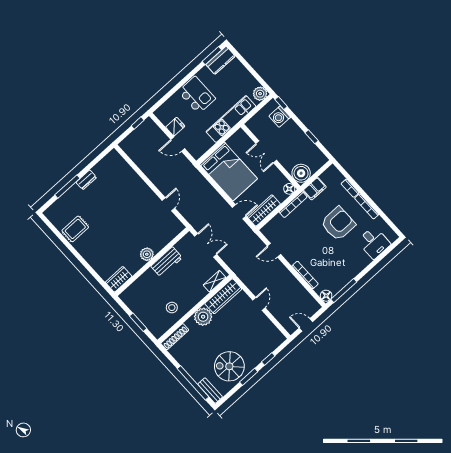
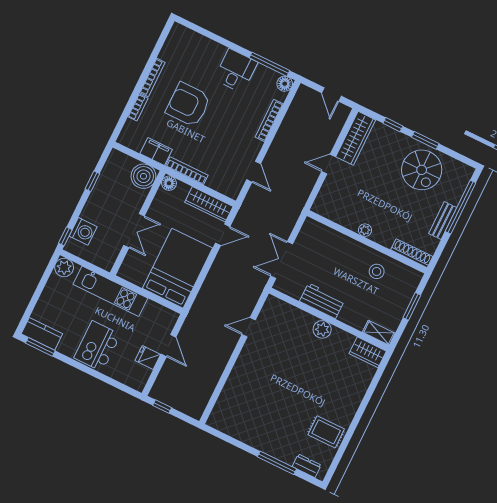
dresser: (86, 180) -> (307, 466), moved
door: (239, 212) -> (223, 235), swing flipped
desk: (374, 243) -> (236, 71), moved
shelving: (215, 281) -> (379, 333), moved
wardrobe: (223, 296) -> (356, 138), moved, turned 90
plant: (203, 317) -> (365, 230), width x0.53, depth x0.53
bench: (210, 391) -> (443, 221), moved

